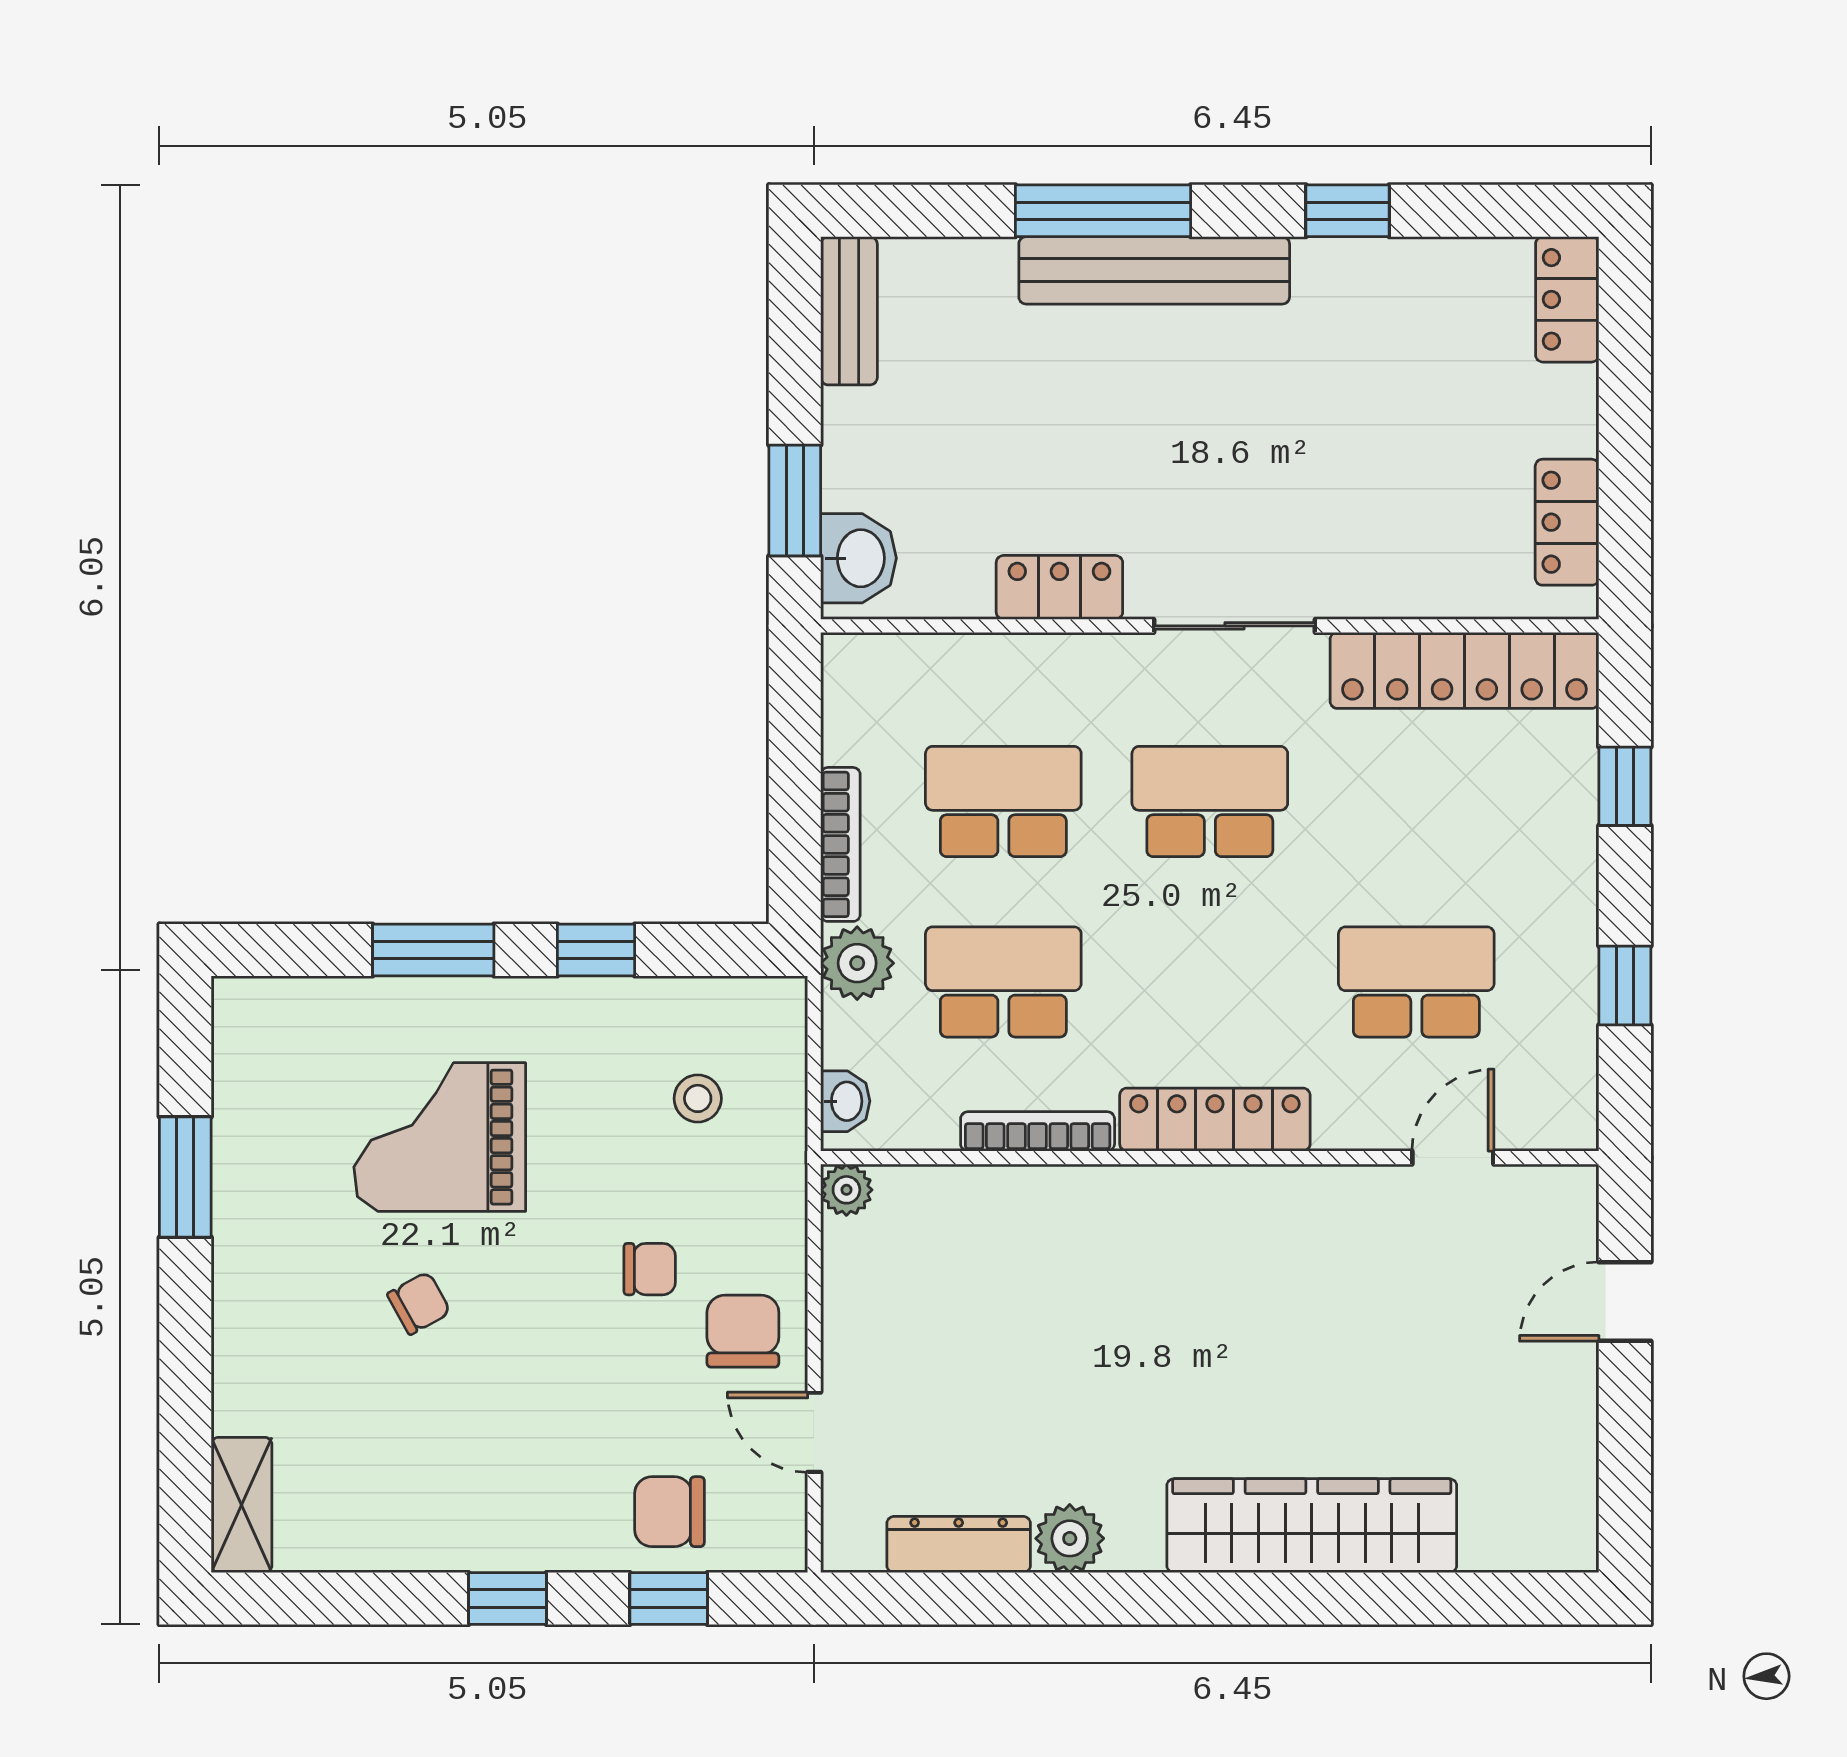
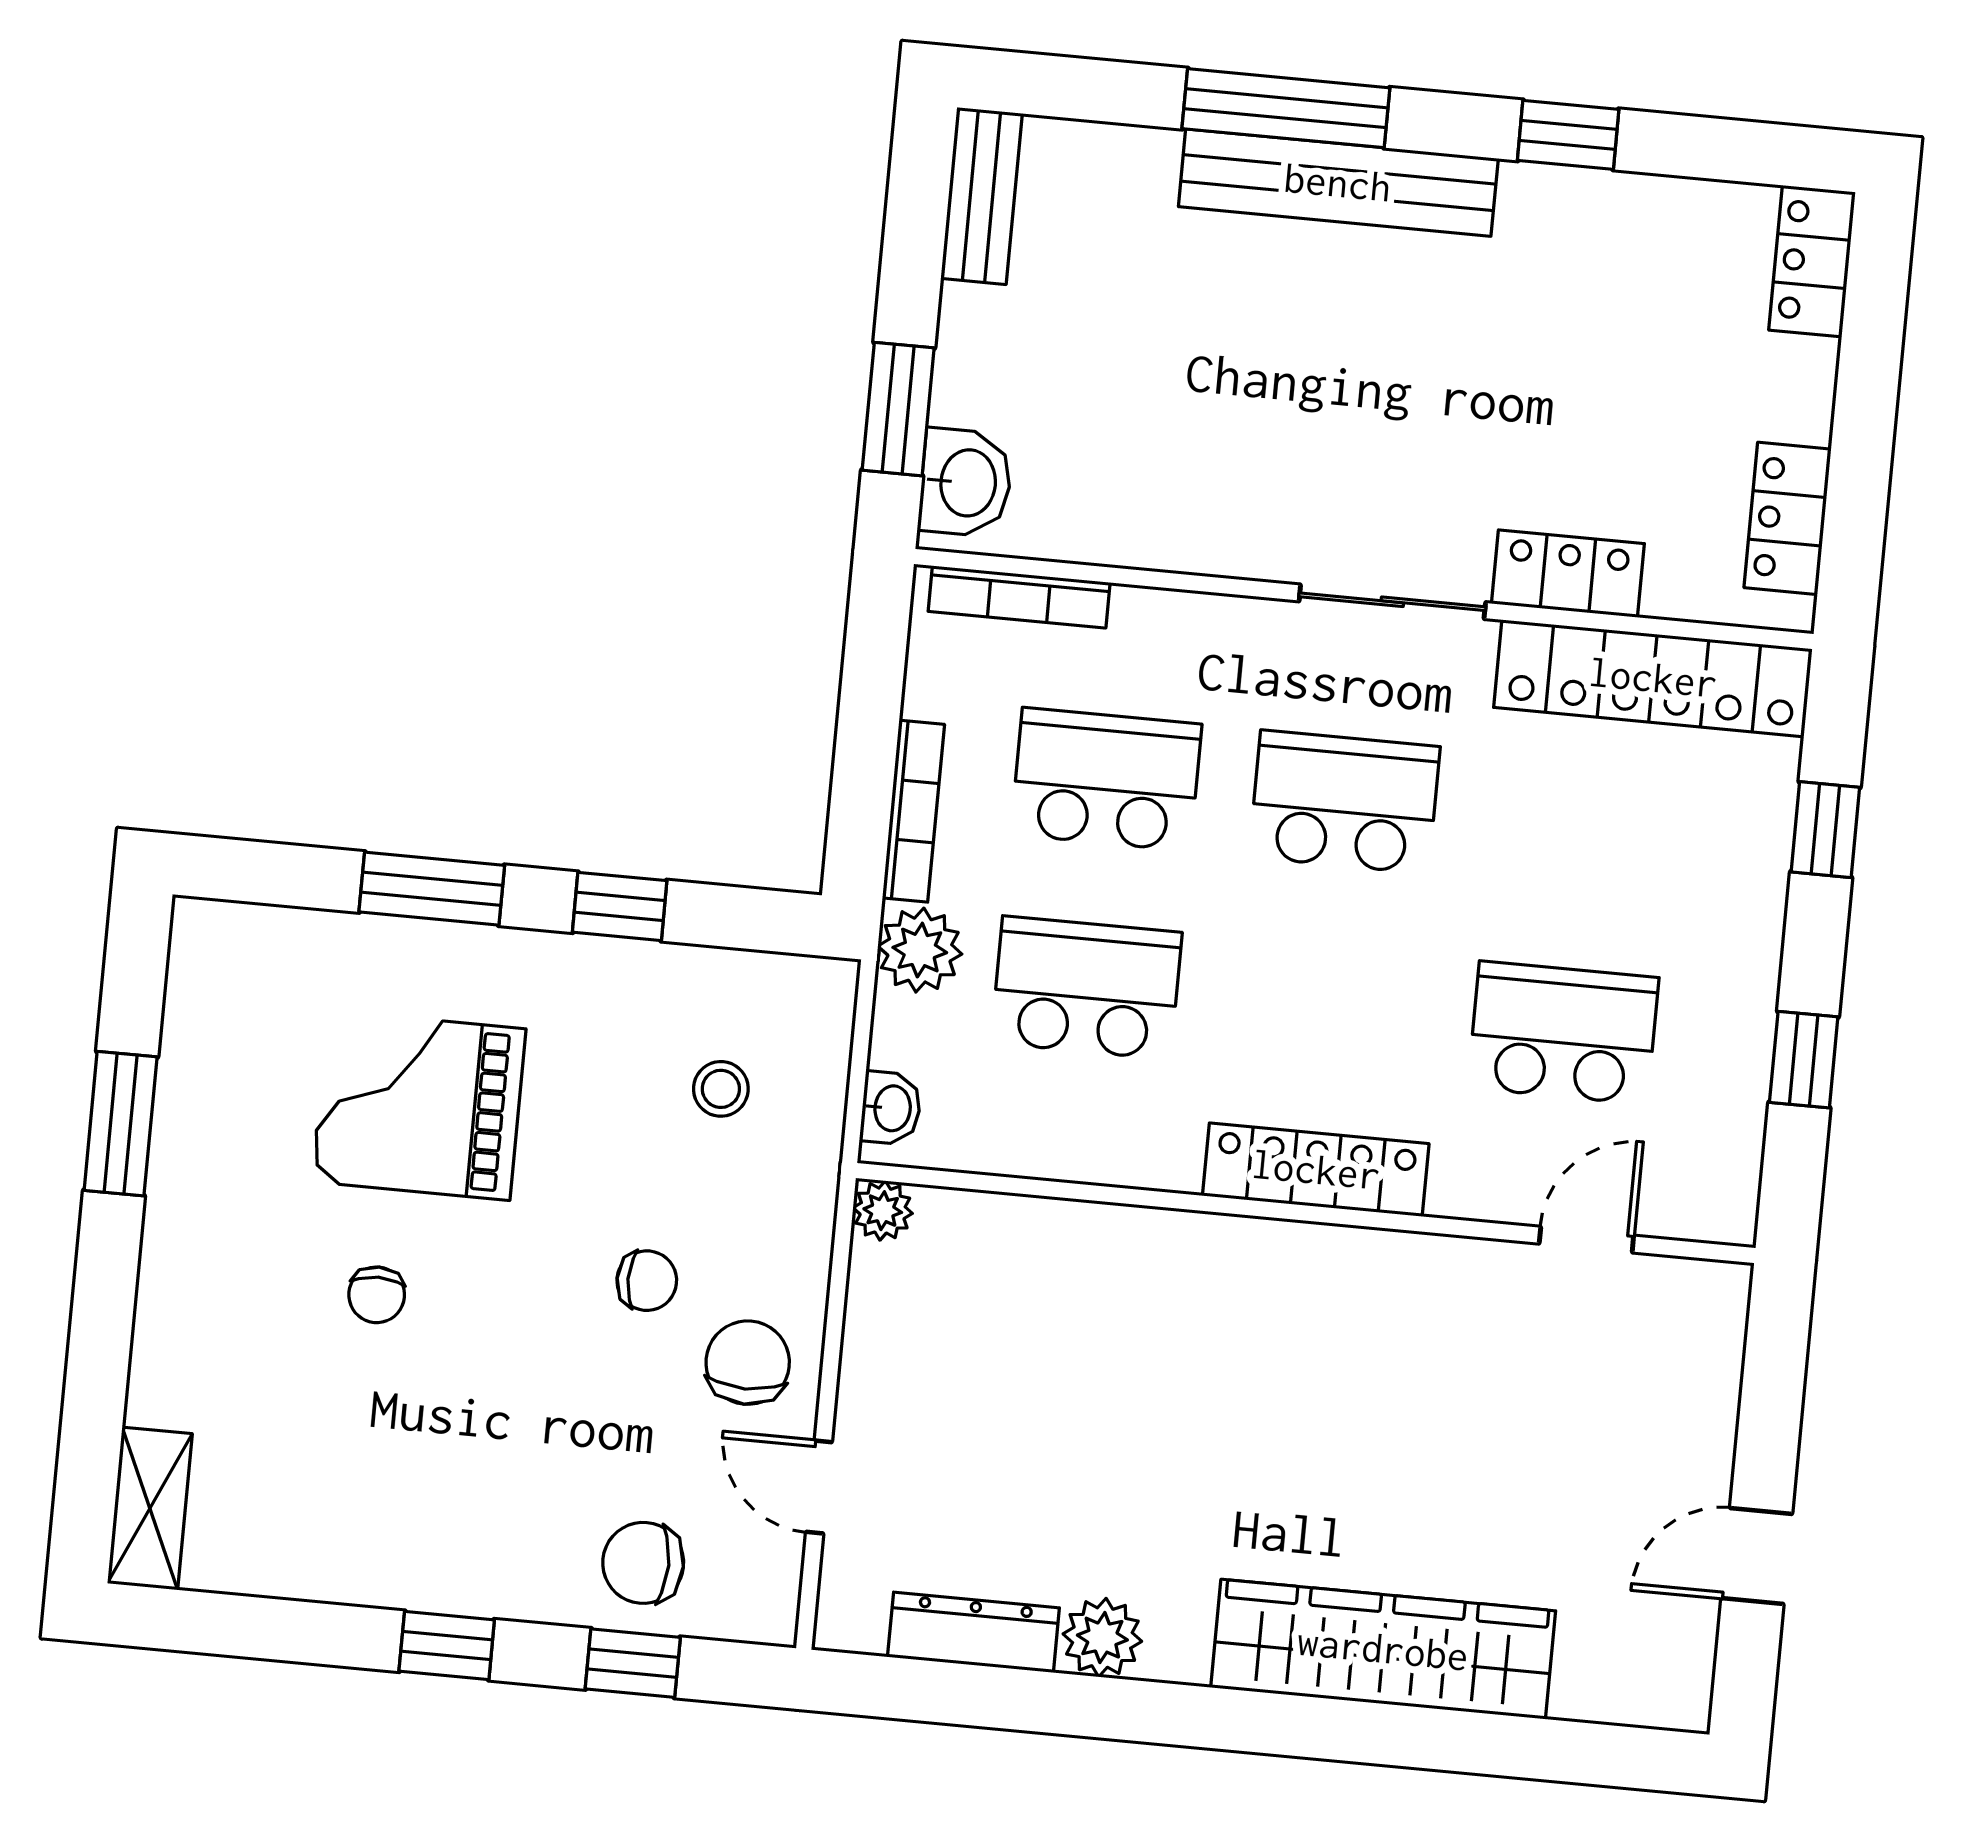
locker: (1059, 587) -> (1568, 574), moved
bookcase: (1038, 1131) -> (1019, 597), moved, turned 180
door: (1625, 1302) -> (1757, 1556), moved
chair: (419, 1303) -> (377, 1295), turned 119

